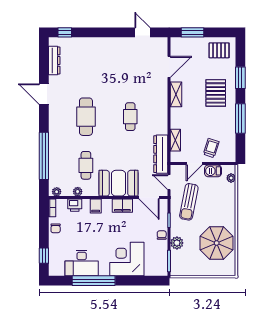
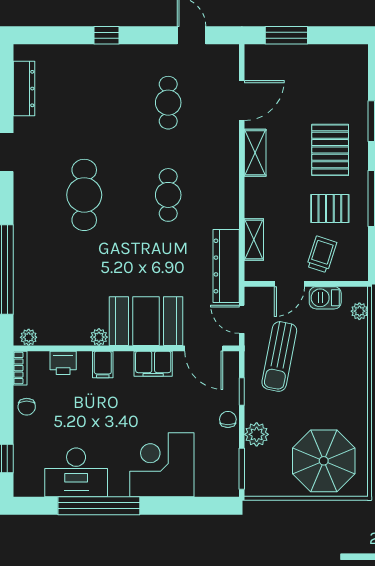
window: (65, 32) -> (107, 35), moved
pallet: (219, 50) -> (330, 208), moved
cafe table: (86, 165) -> (168, 103), moved
plant: (78, 192) -> (99, 337), moved
parasol: (217, 243) -> (324, 461), moved

